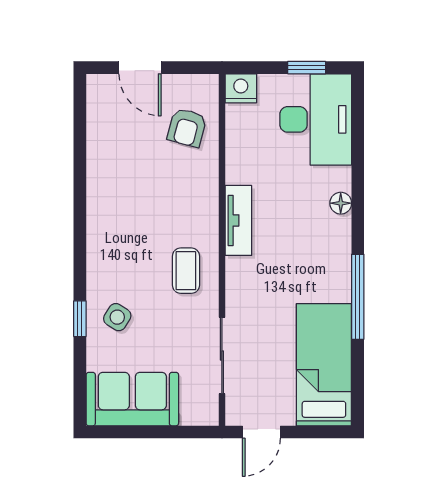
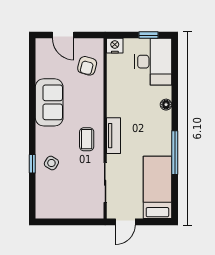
tv unit: (238, 220) -> (114, 136), moved
sofa: (132, 399) -> (49, 102), moved, turned 90

